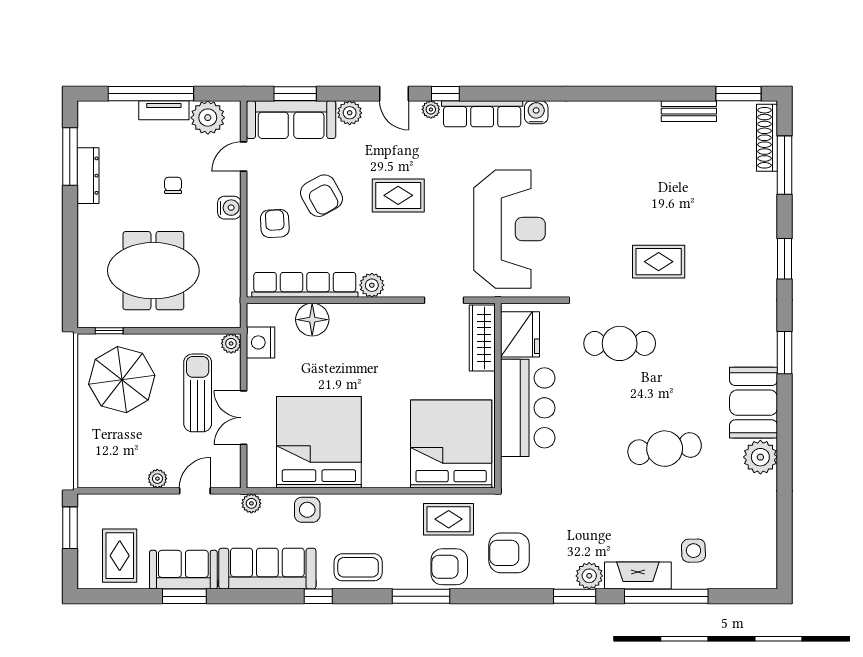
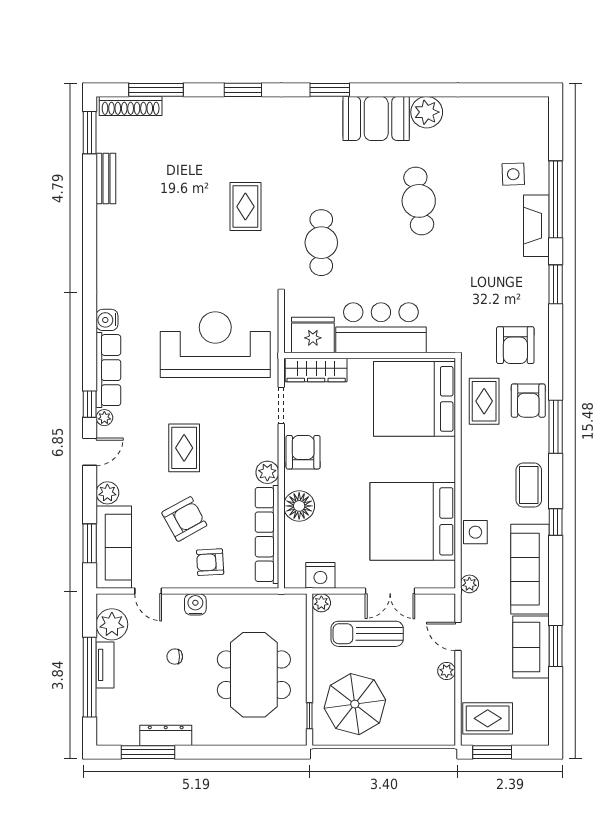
floor lamp: (312, 320) -> (299, 506), moved
armchair: (393, 324) -> (303, 452), added
rug: (120, 556) -> (488, 718), moved
plant: (589, 576) -> (537, 271), removed

